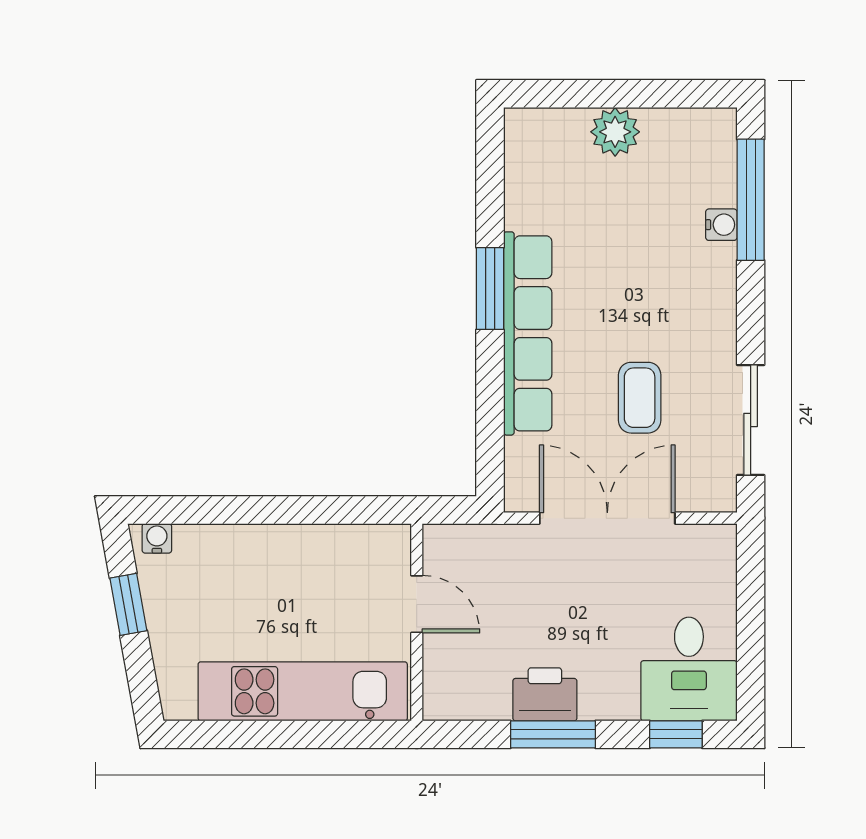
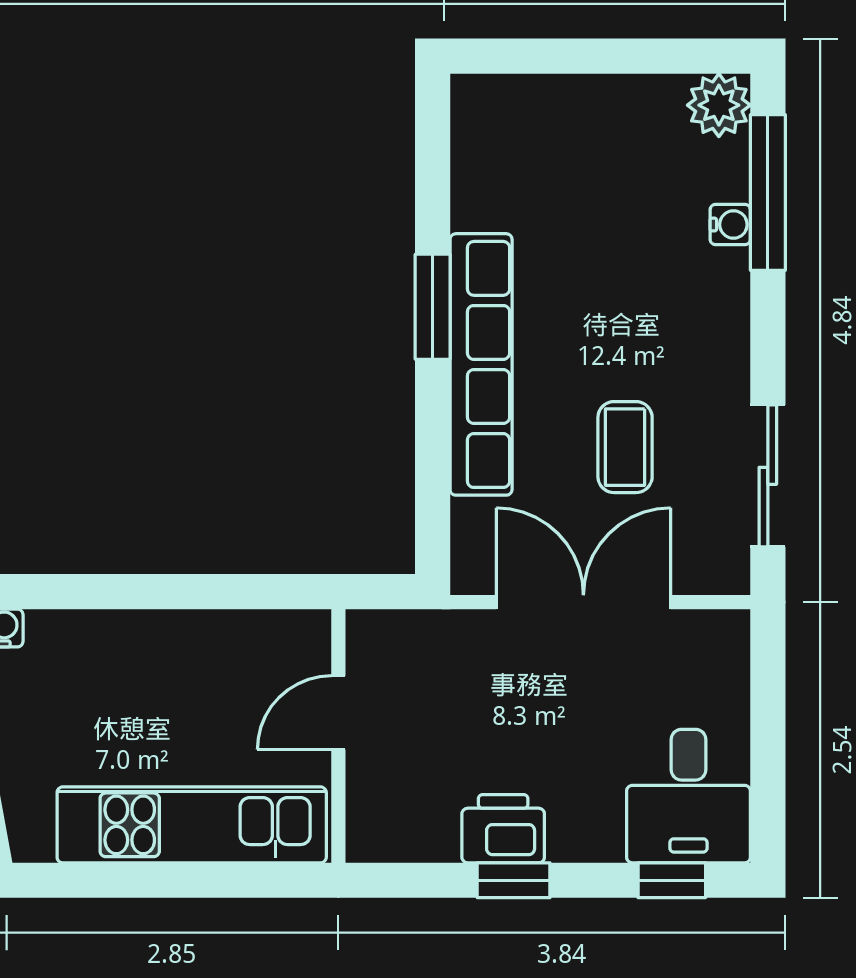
plant: (615, 132) -> (719, 105), moved
door: (417, 604) -> (338, 713), swing flipped
window: (553, 734) -> (514, 880), width x0.67

